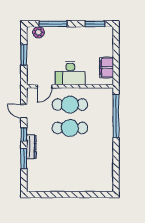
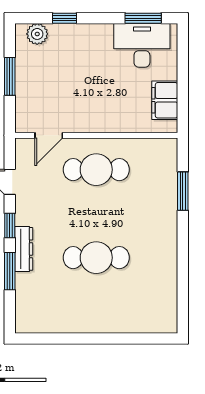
window: (53, 24) -> (65, 18), width x0.46
desk: (70, 73) -> (142, 45), moved, turned 180
window: (116, 116) -> (183, 191), width x0.47
cafe table: (70, 128) -> (96, 258), moved

